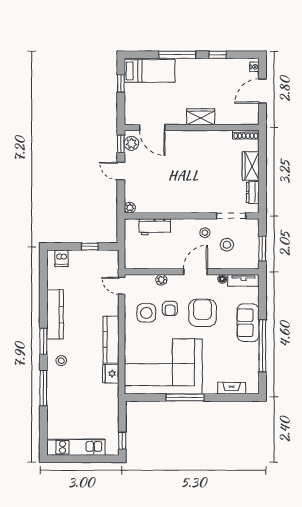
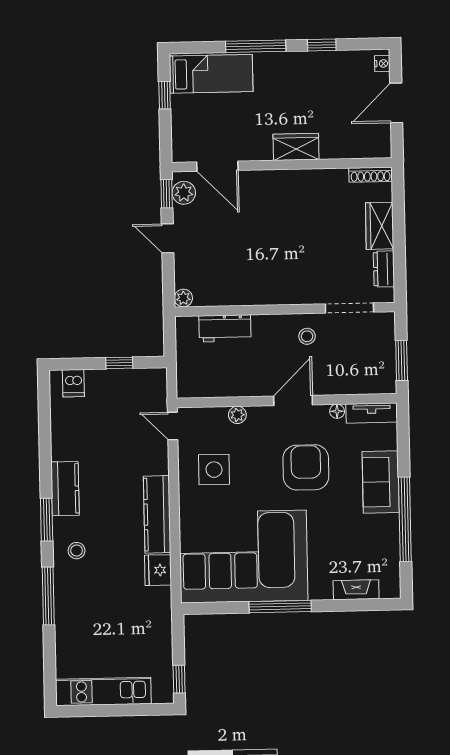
stool: (227, 245) -> (343, 355), removed
armchair: (170, 309) -> (253, 462), removed
kitchen counter: (55, 314) -> (65, 489), width x0.67

